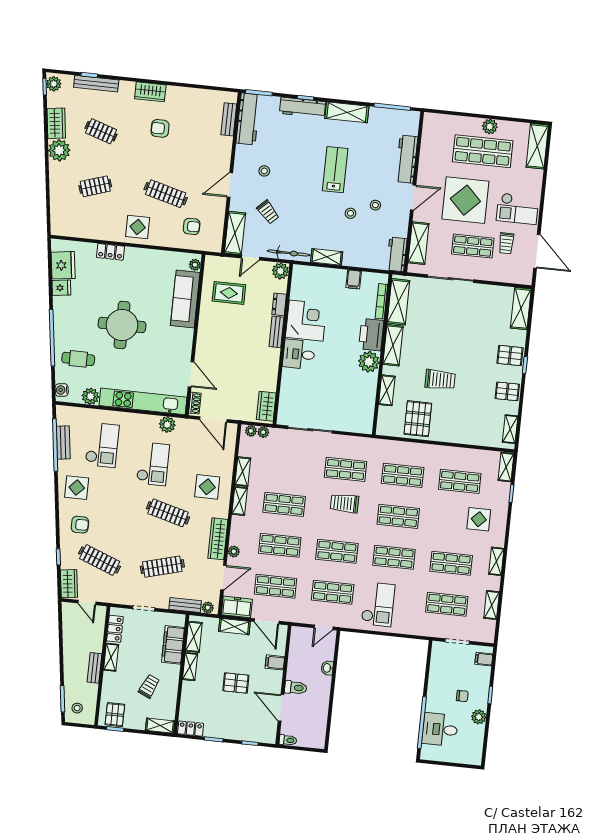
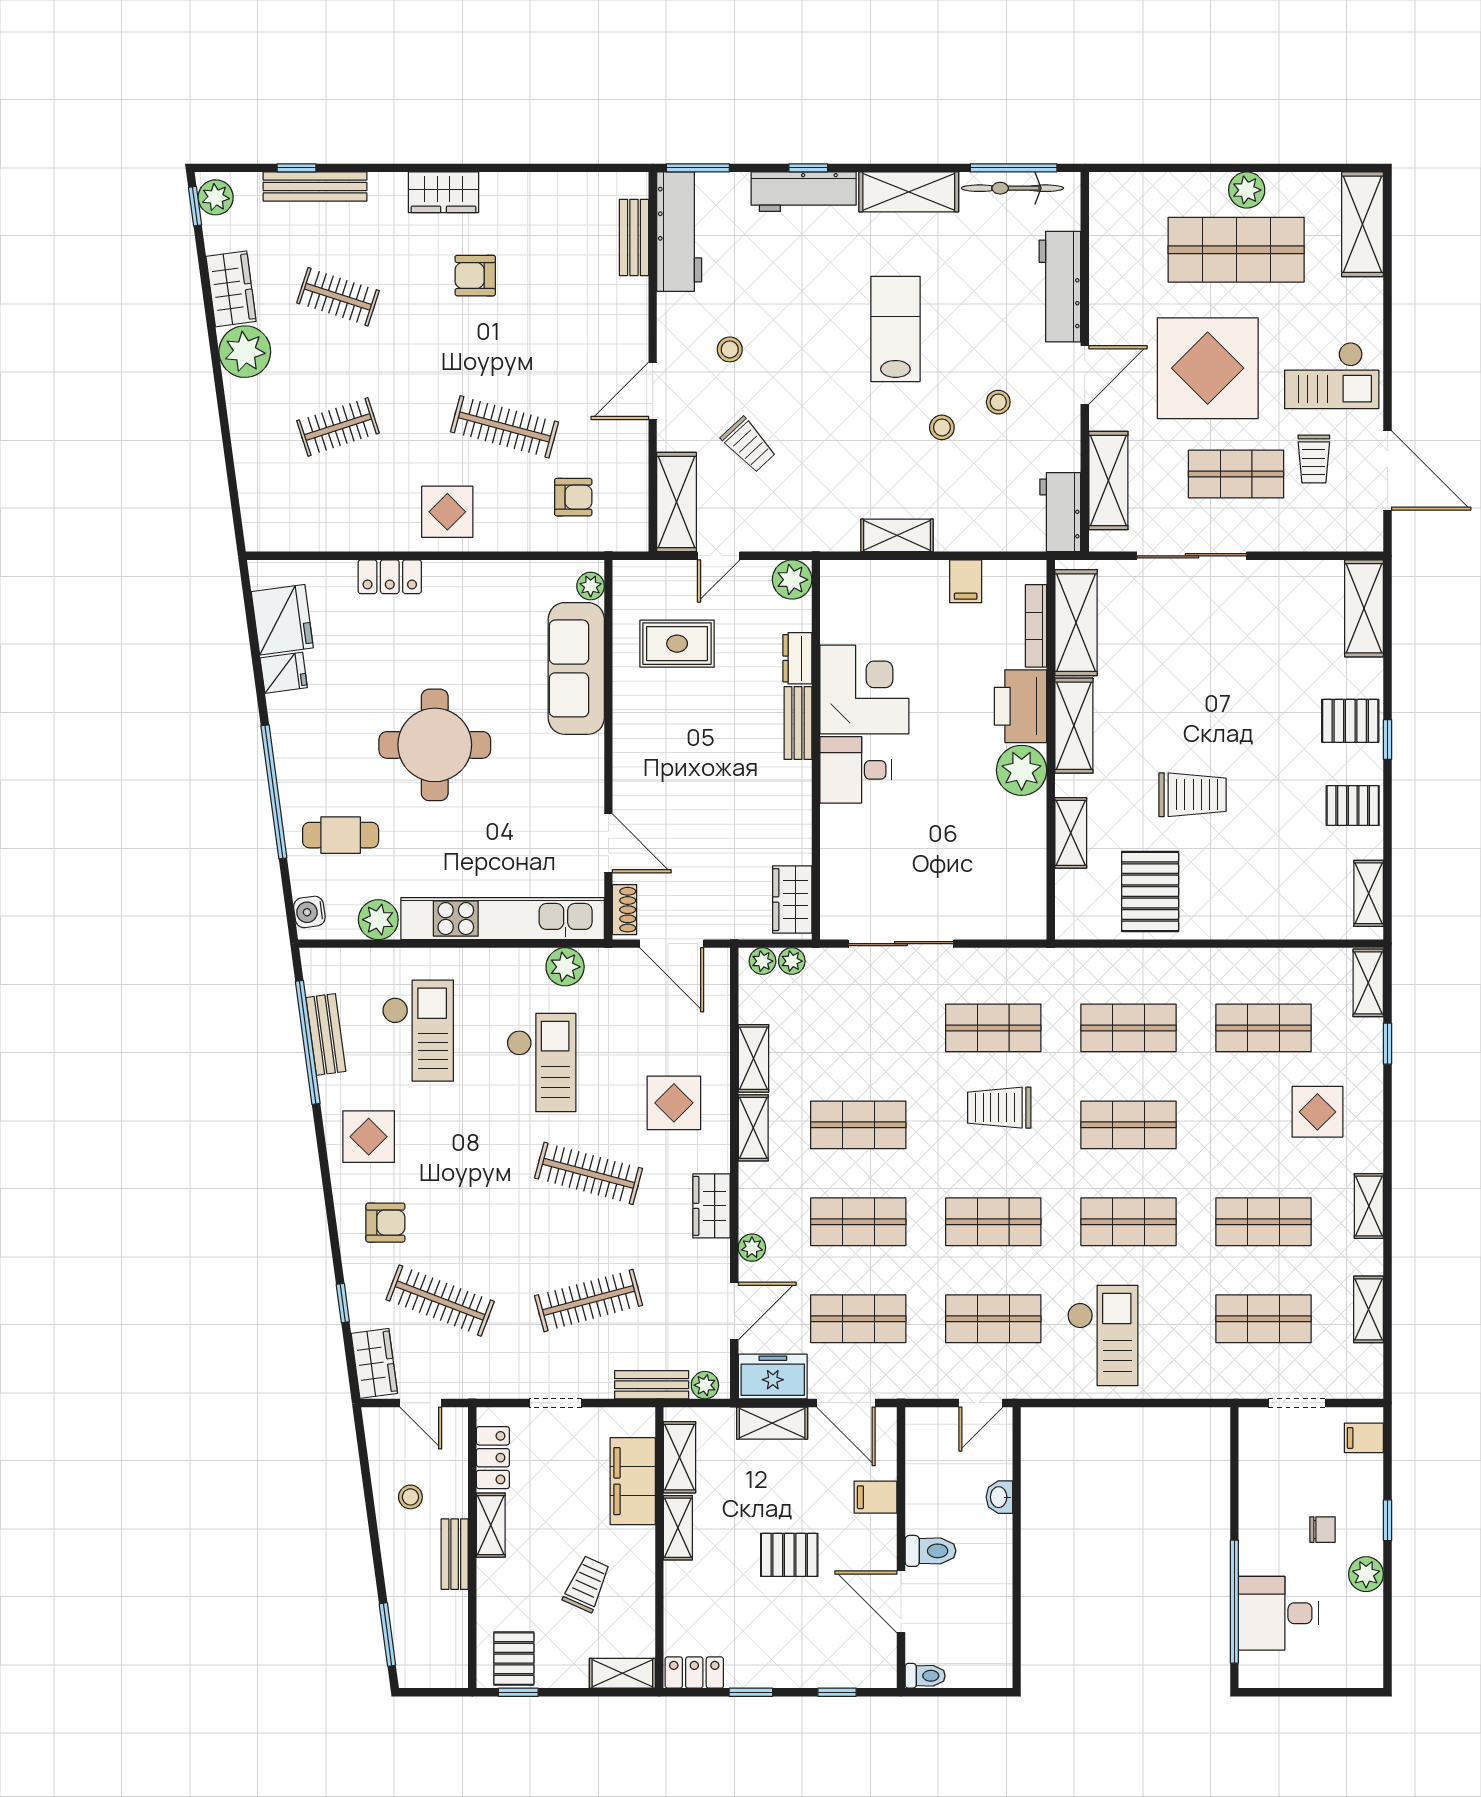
bicycle: (289, 253) -> (1012, 188), moved, turned 180
wardrobe: (218, 539) -> (712, 1206), width x0.67
stool: (77, 708) -> (410, 1497), moved

